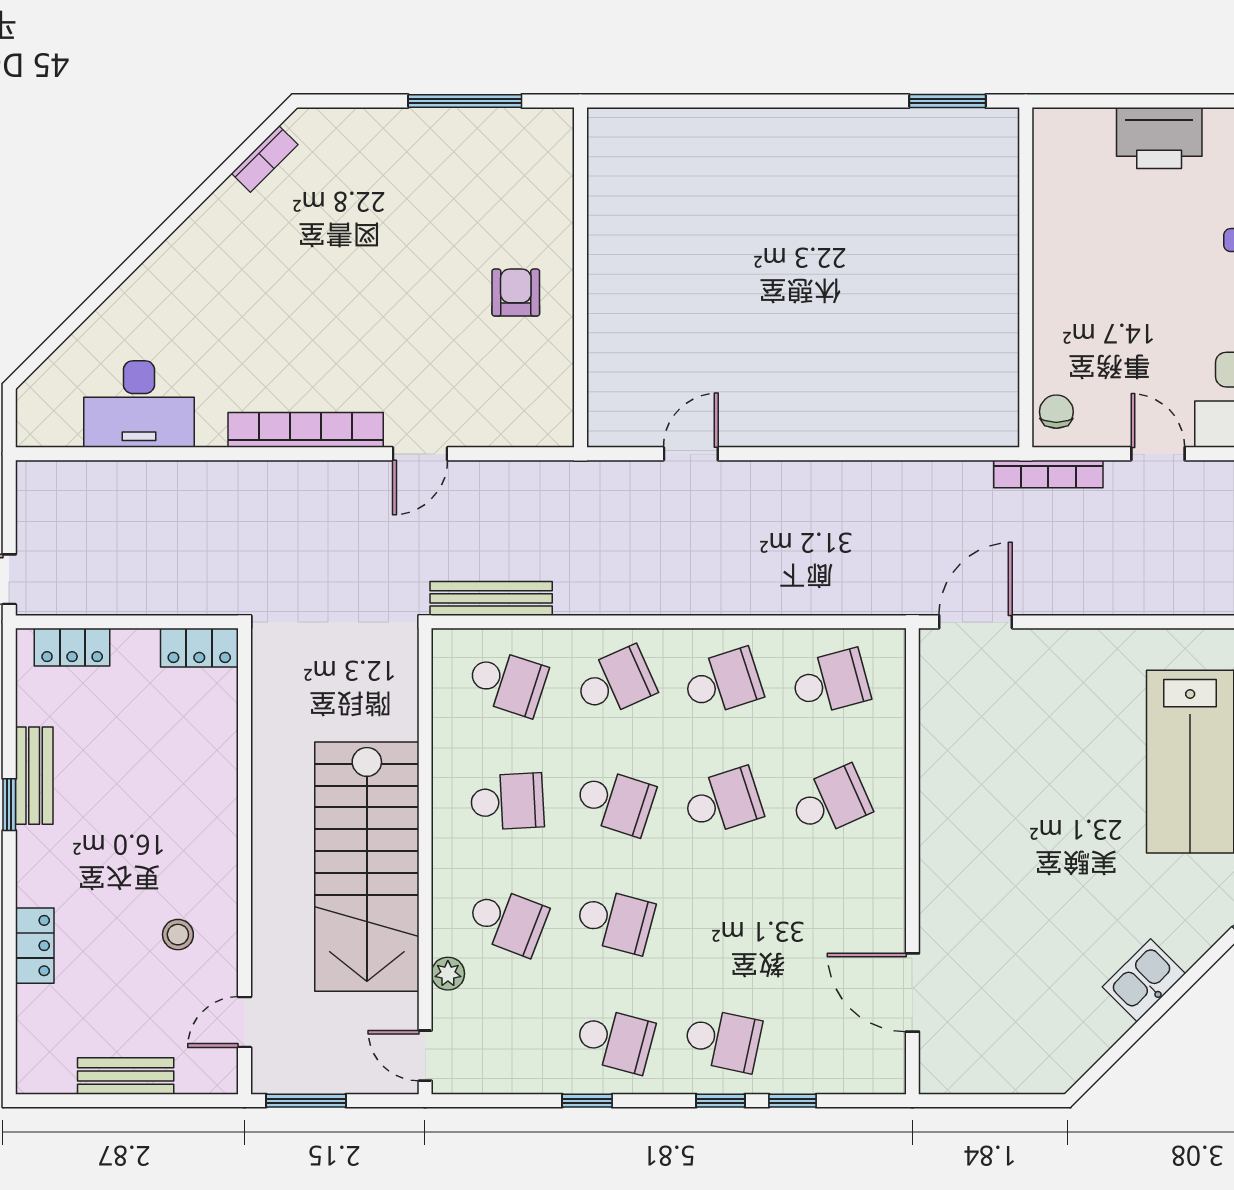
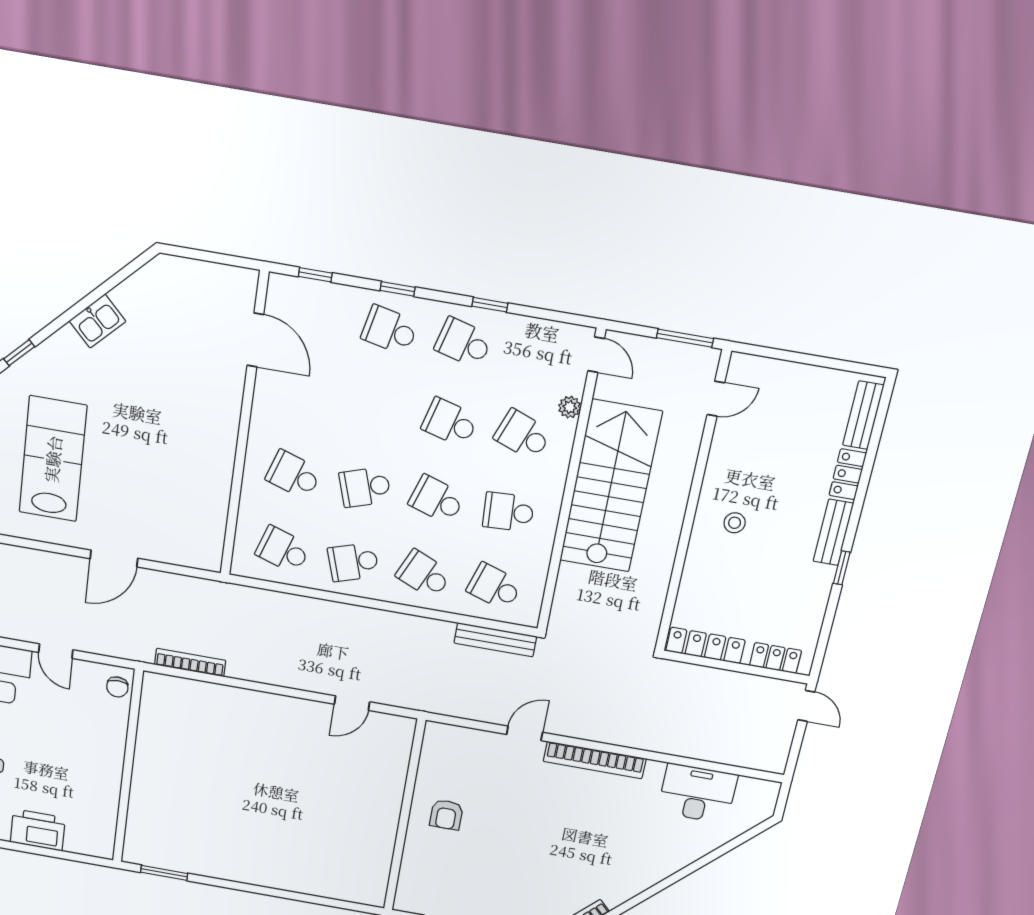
bookcase: (1048, 474) -> (190, 662), moved
door: (976, 622) -> (114, 559), moved
locker: (199, 648) -> (705, 645), width x1.53
school desk: (615, 682) -> (424, 574), turned 48
school desk: (830, 682) -> (283, 550), turned 33
bench: (34, 776) -> (833, 532), moved
school desk: (830, 802) -> (294, 475), turned 42
stool: (178, 935) -> (735, 523), moved
bench: (126, 1076) -> (863, 415), moved, turned 90
window: (793, 1101) -> (315, 275), moved

